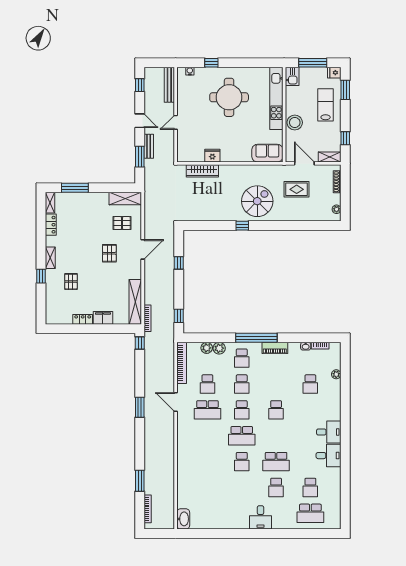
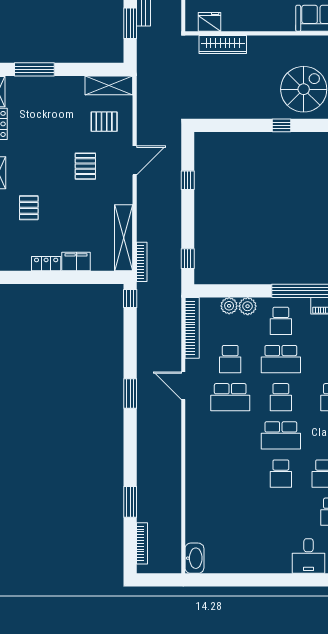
fridge: (212, 156) -> (209, 22), moved
school desk: (242, 384) -> (281, 359), width x1.85

